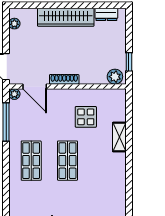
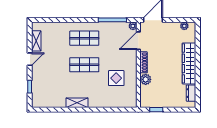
plant: (115, 77) -> (146, 79), moved
shelving: (119, 137) -> (77, 103), moved

